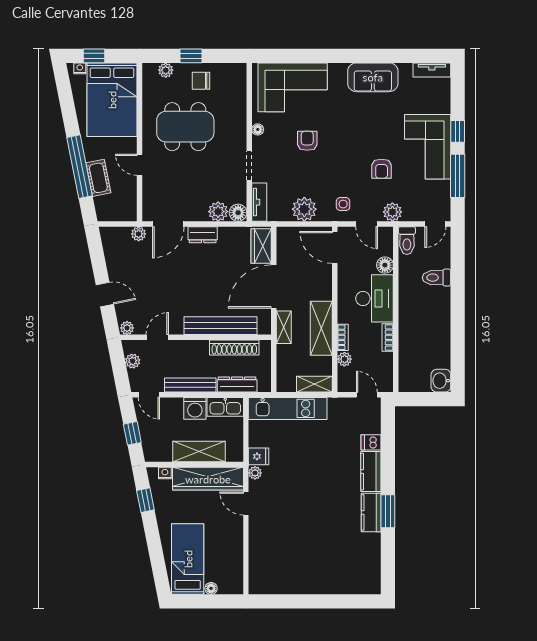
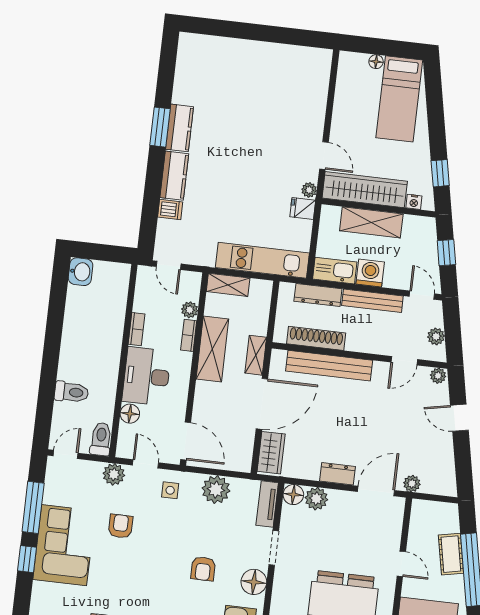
floor lamp: (258, 129) -> (254, 582), width x1.89, depth x1.89

